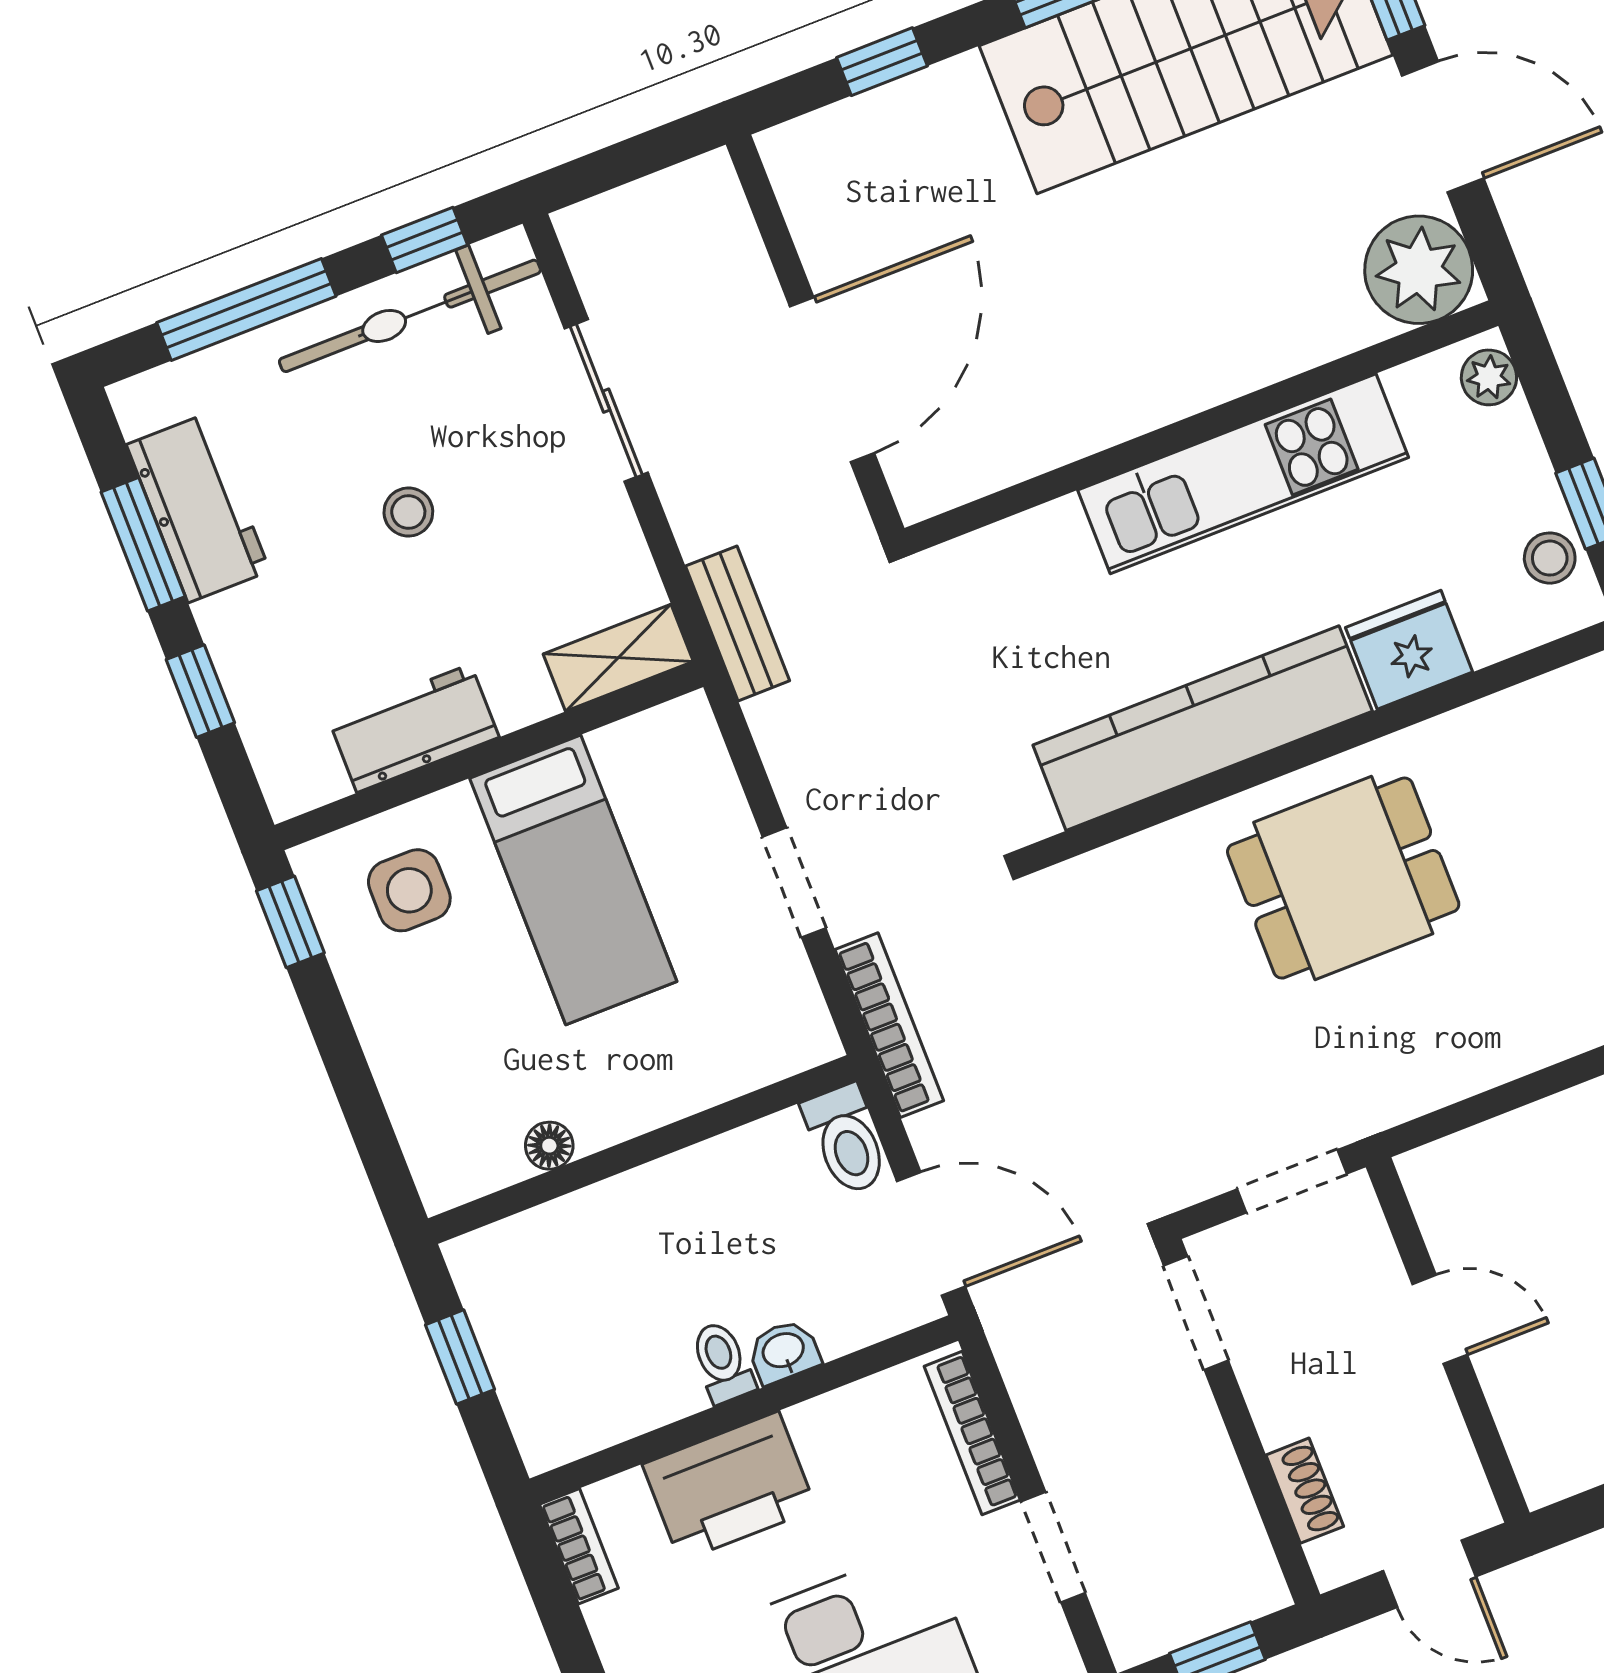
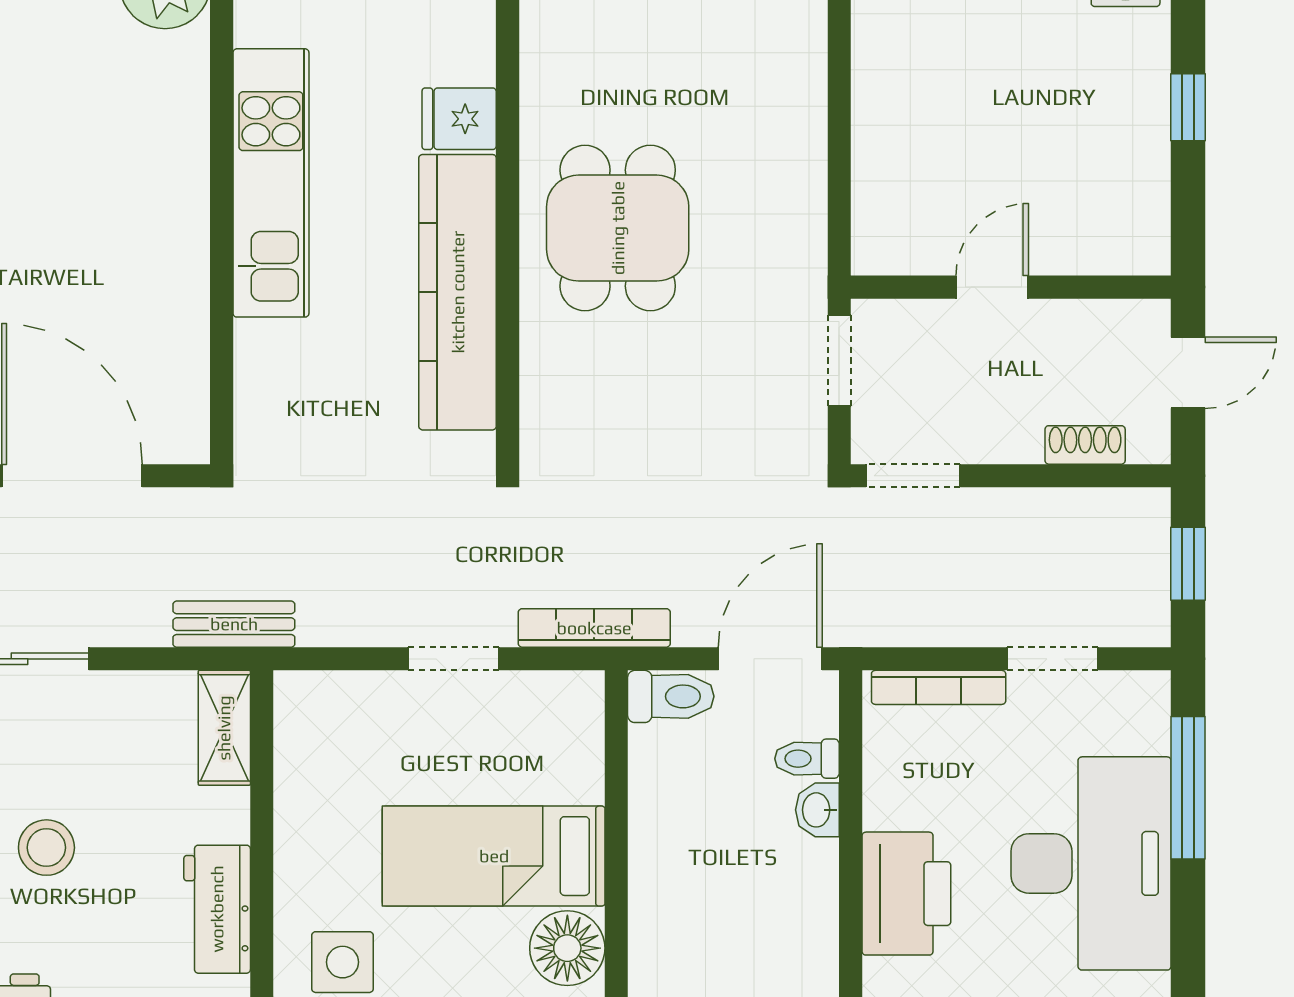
stool: (408, 512) -> (46, 848), width x1.37, depth x1.37
fridge: (1409, 650) -> (459, 119), width x0.72
bed: (573, 880) -> (494, 856), moved, turned 180
floor lamp: (549, 1146) -> (567, 948), width x1.89, depth x1.89
toilet: (722, 1362) -> (807, 759), moved

